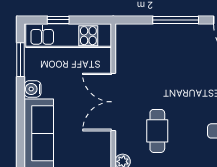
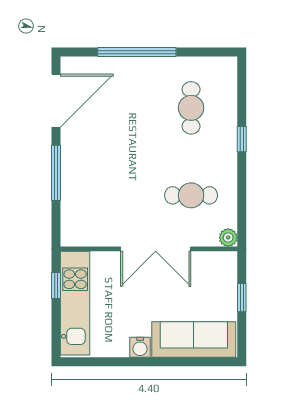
window: (58, 20) -> (56, 285), moved
window: (21, 60) -> (104, 362), removed

